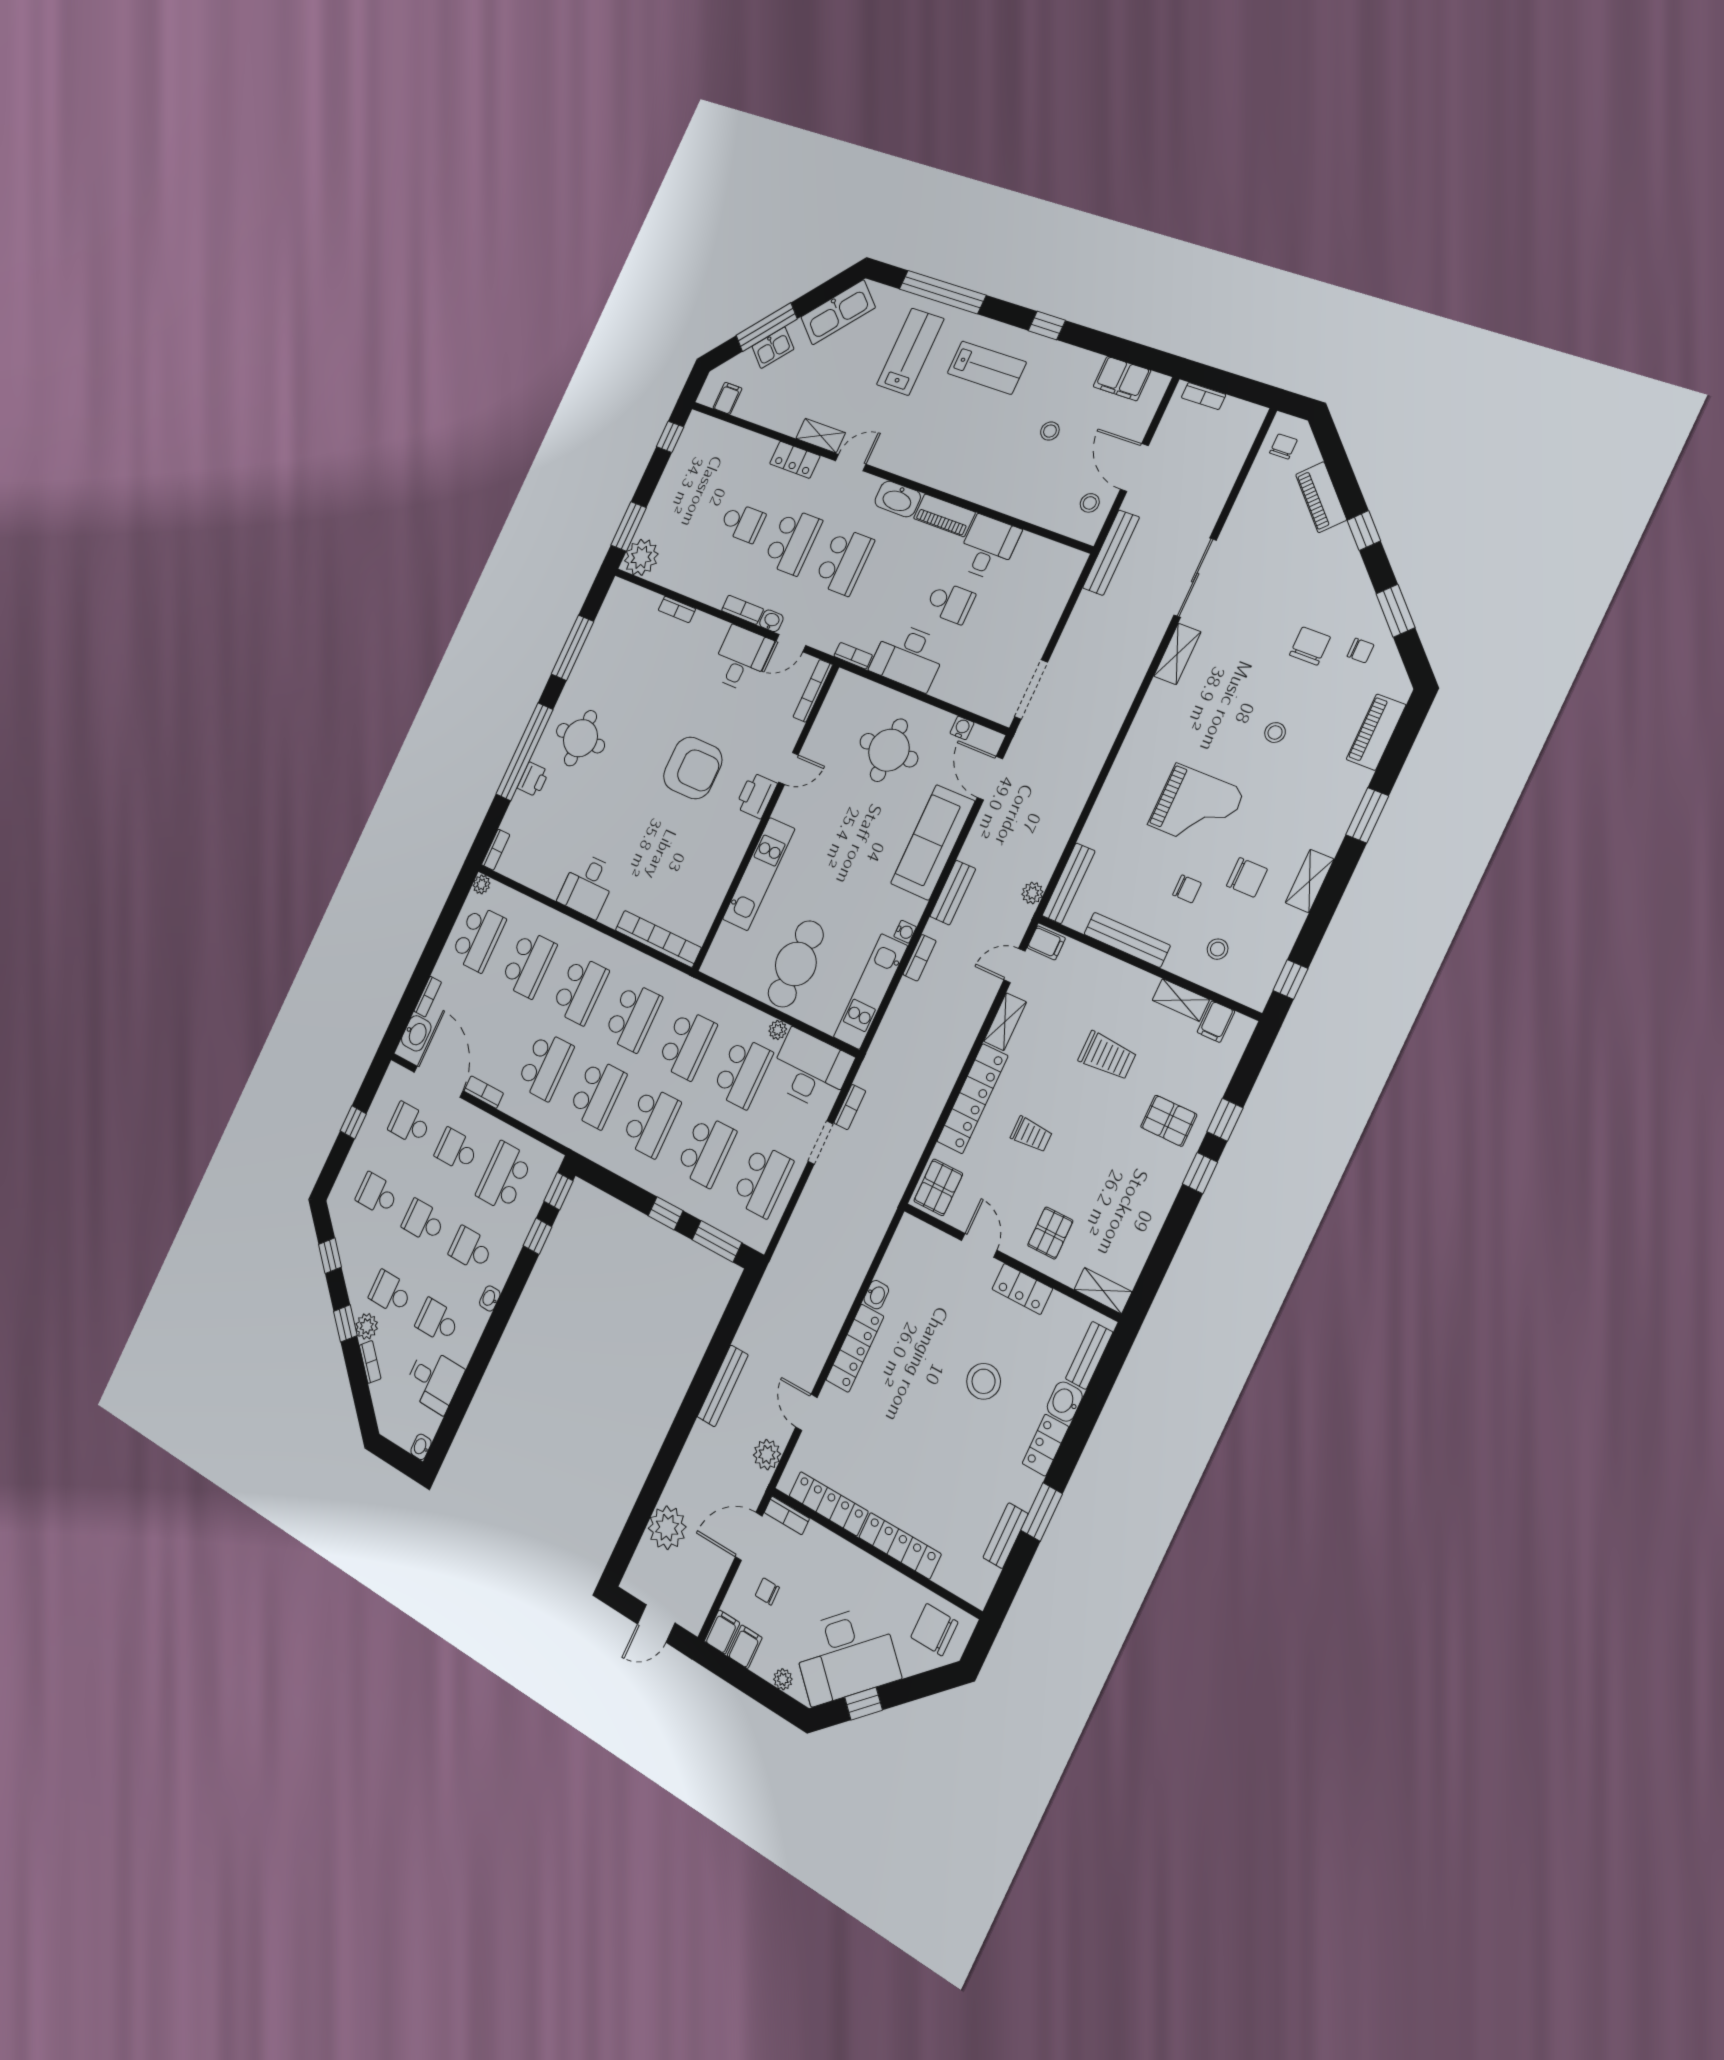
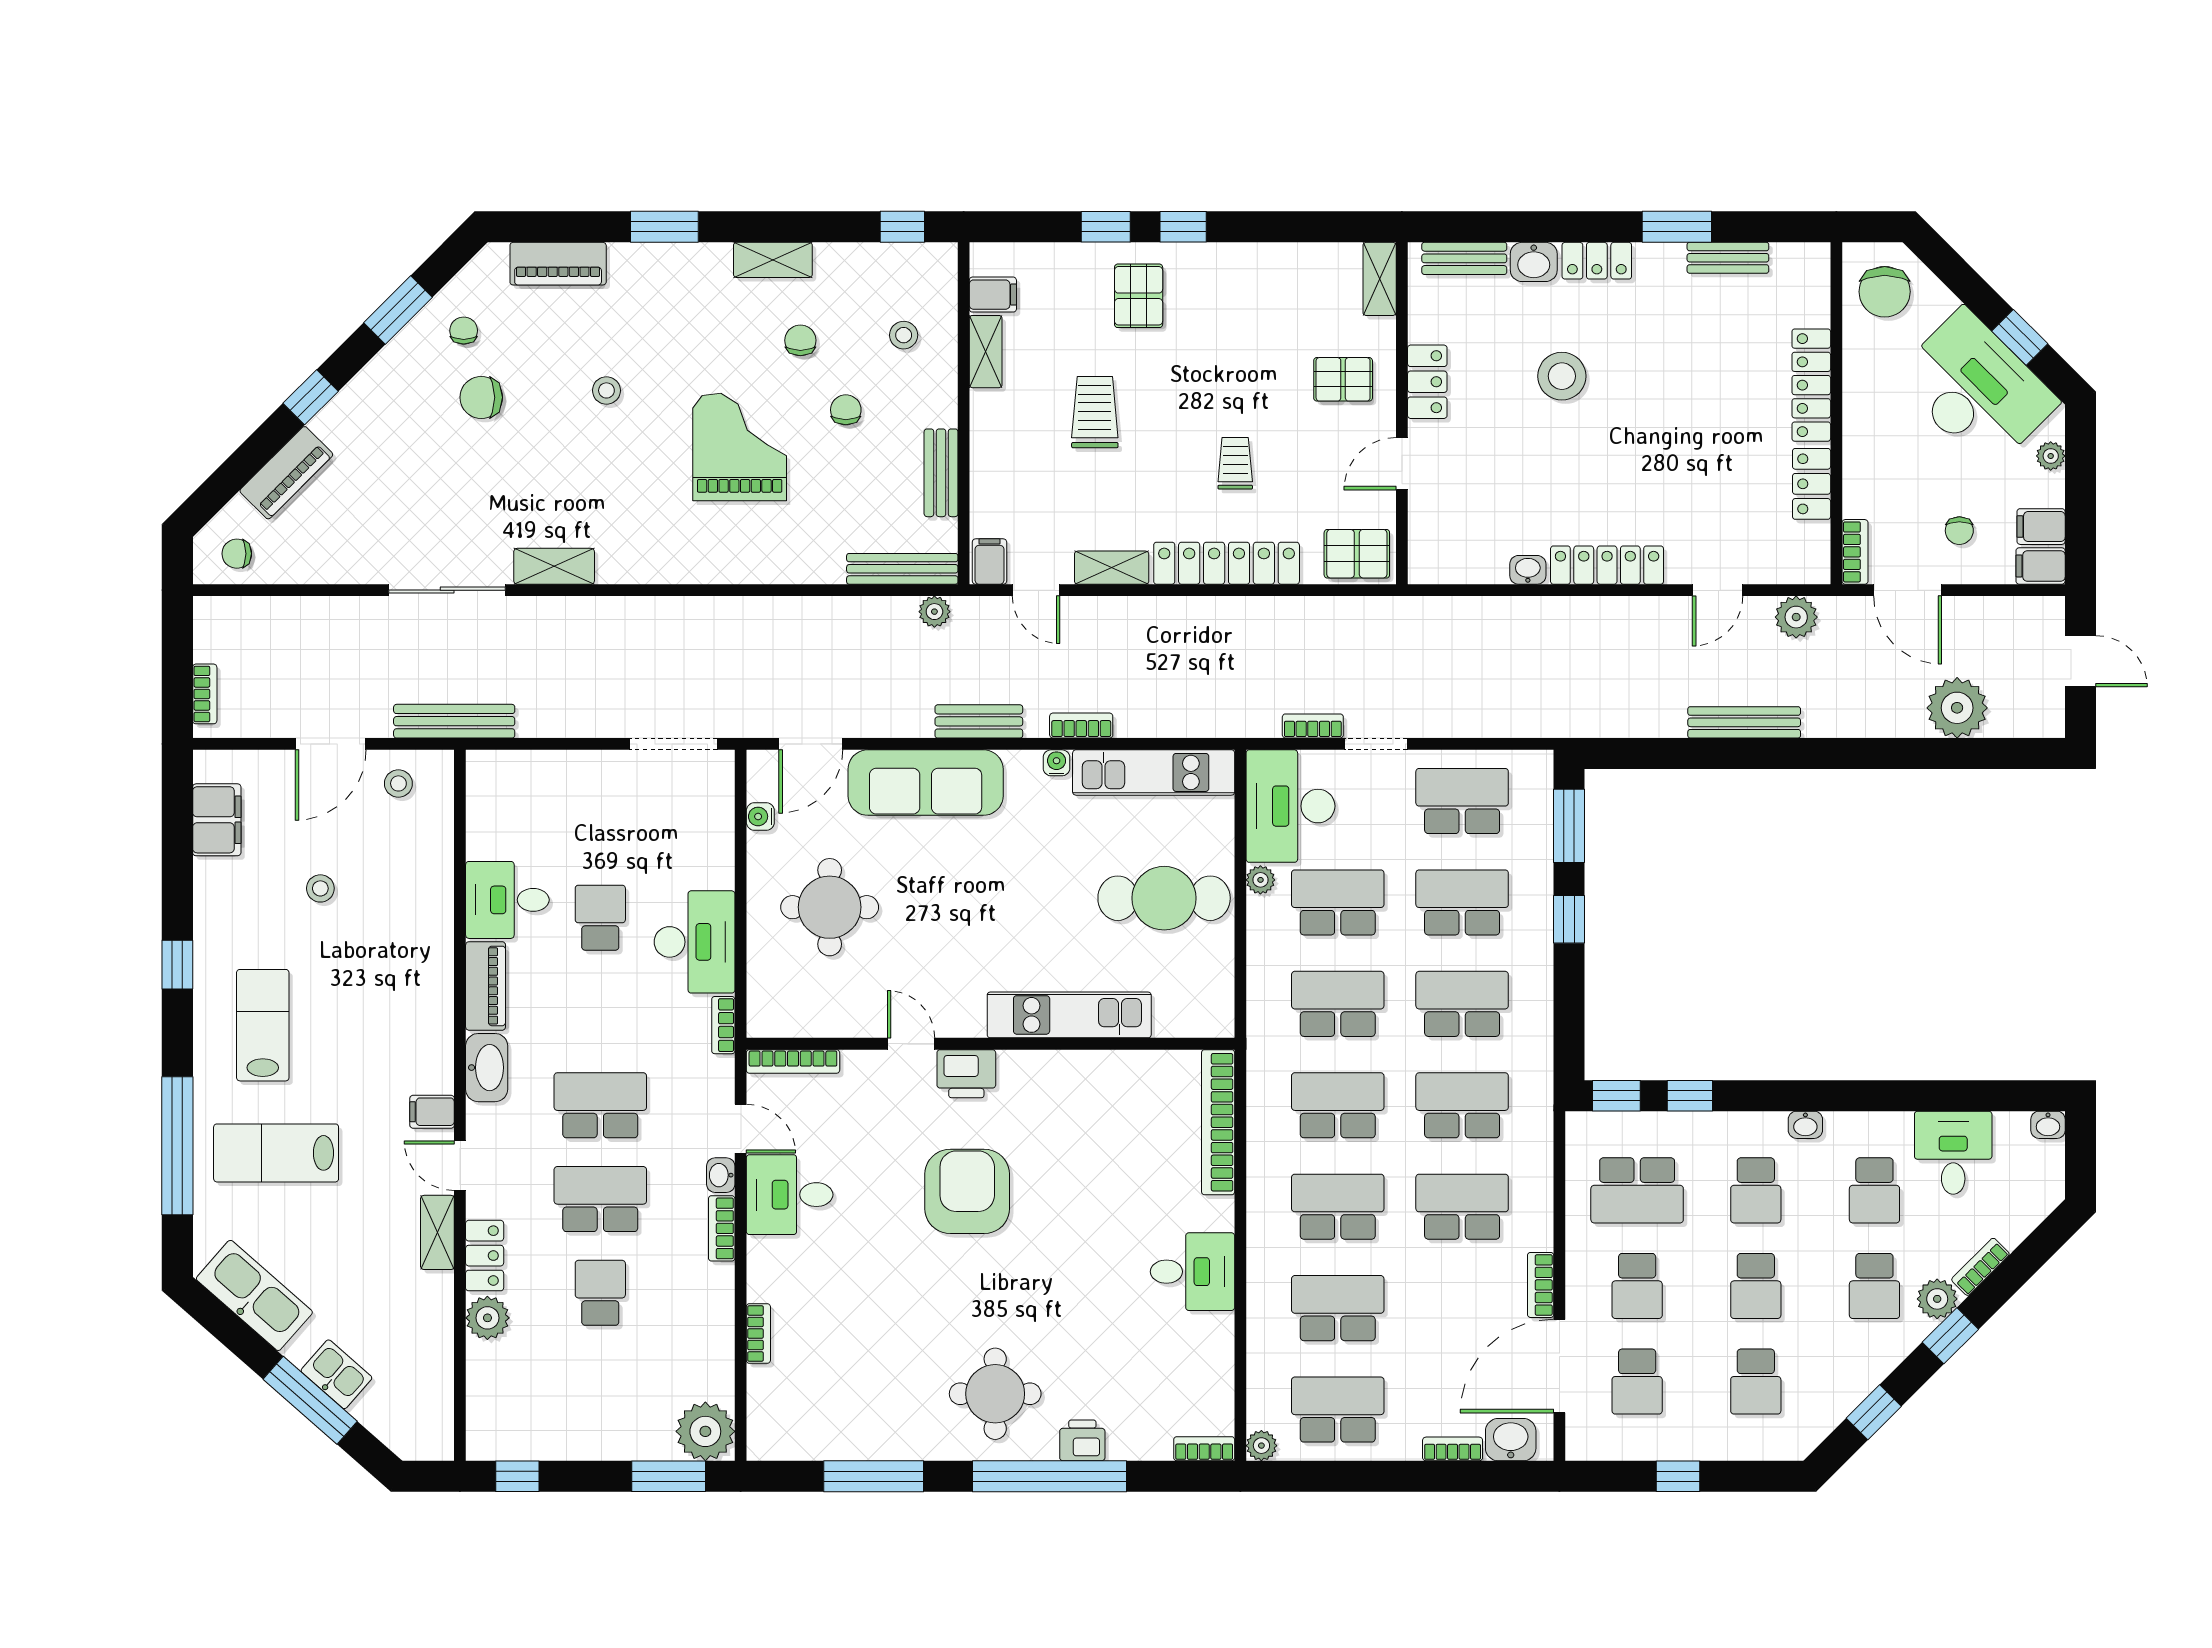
filing cabinet: (727, 398) -> (432, 1112), moved
plant: (761, 449) -> (487, 1318), added
chair: (1247, 877) -> (800, 340), width x0.73, depth x0.73
bench: (1127, 940) -> (941, 473), width x0.73
locker: (829, 1504) -> (1812, 484), width x0.66

